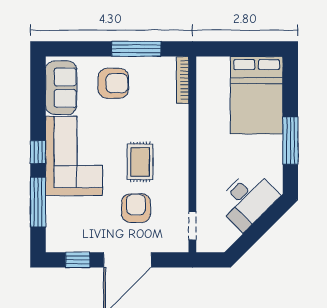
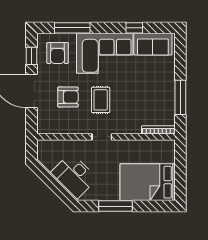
armchair: (113, 83) -> (58, 53), moved
window: (38, 152) -> (134, 28), moved
rug: (140, 162) -> (101, 100), turned 90
doorway: (192, 226) -> (102, 137), moved

